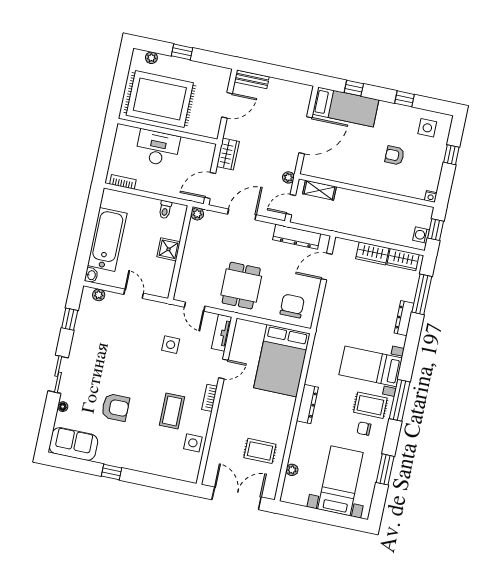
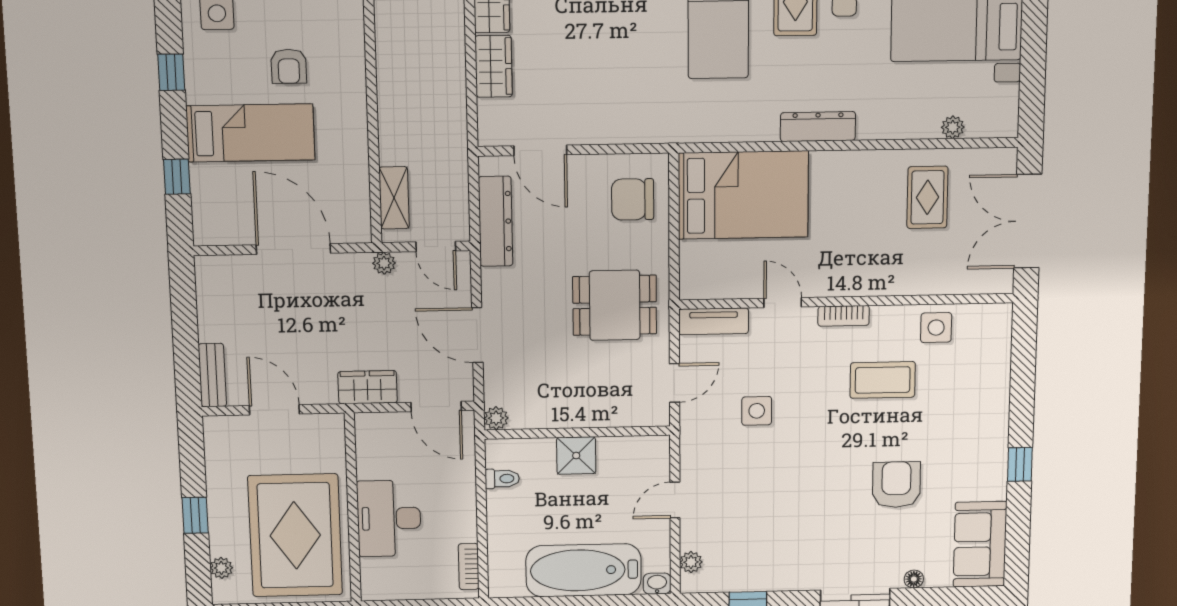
bed: (346, 107) -> (251, 133), moved, turned 90

